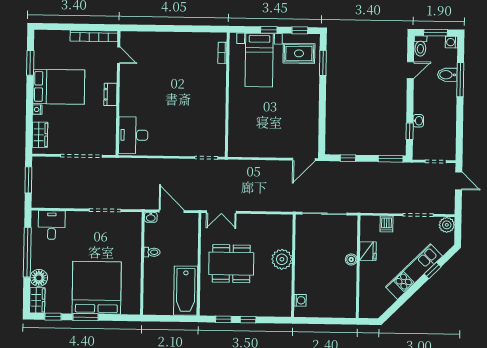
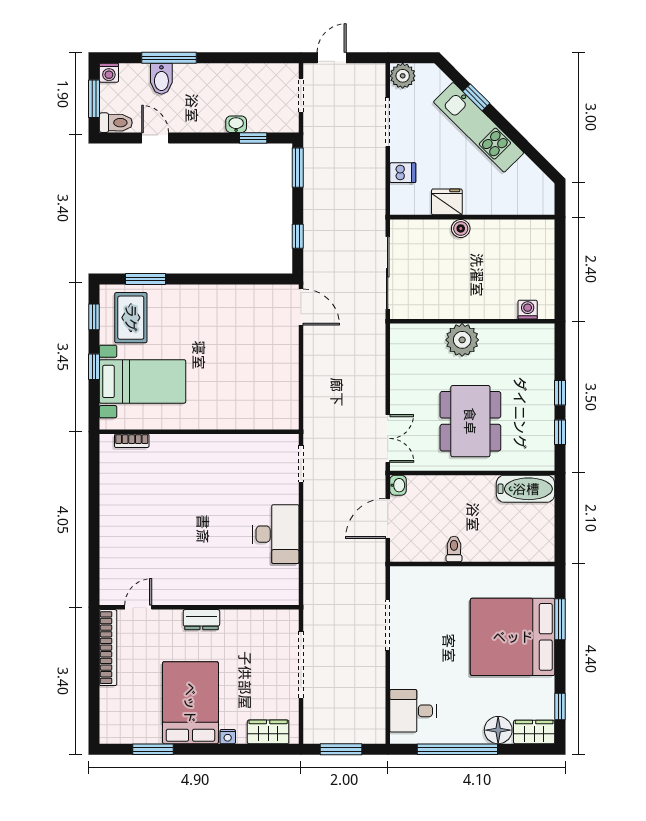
desk: (133, 135) -> (276, 534), moved, turned -90
washbasin: (151, 217) -> (398, 485), moved
bathtub: (186, 291) -> (526, 489), width x0.73, depth x0.73
window: (86, 317) -> (560, 619), moved

